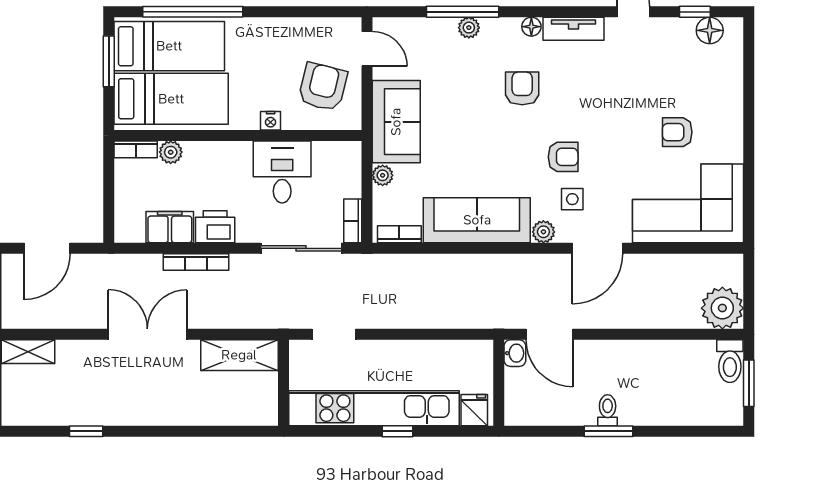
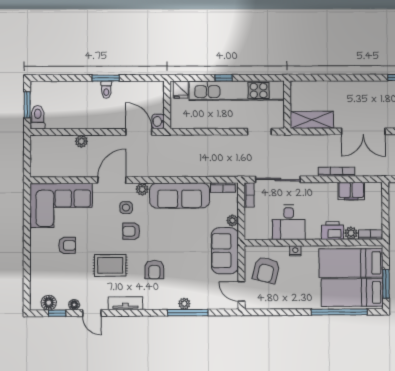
floor lamp: (531, 27) -> (74, 305), moved
rug: (601, 96) -> (110, 265), added
printer: (215, 227) -> (333, 231), moved, turned 180
plant: (722, 308) -> (81, 141), moved, width x0.53, depth x0.53

